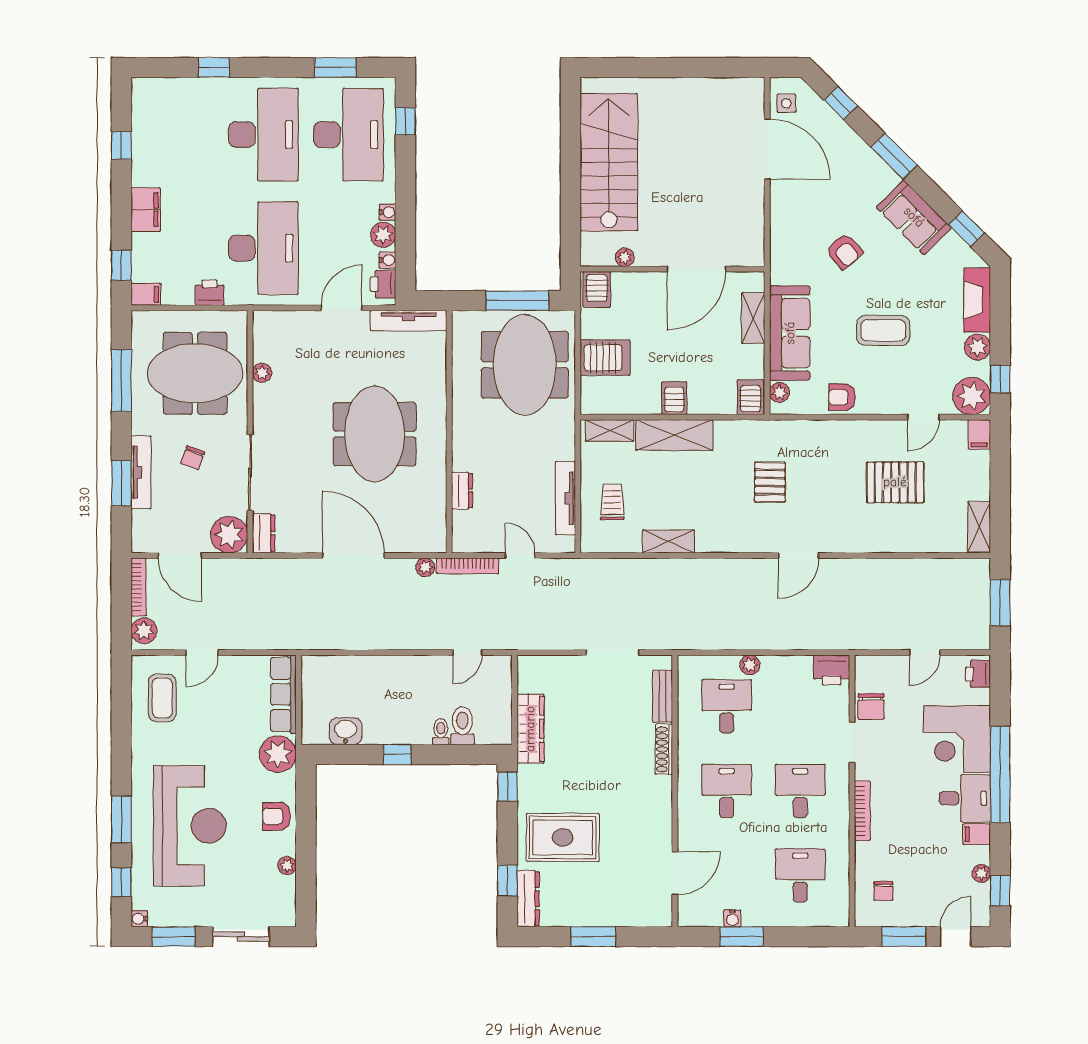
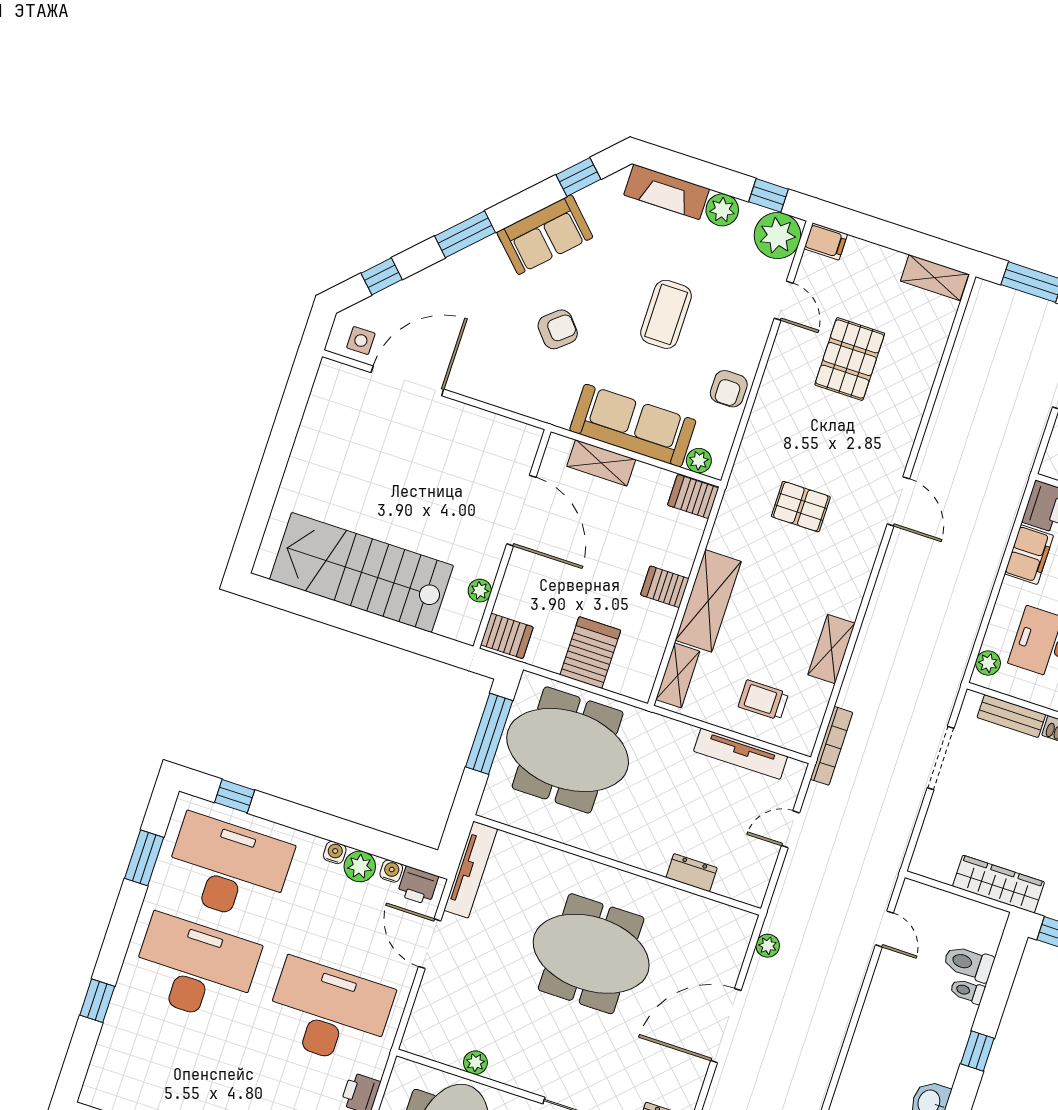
bookcase: (468, 566) -> (831, 746), moved
plant: (750, 665) -> (988, 663), moved
filing cabinet: (791, 669) -> (1029, 555), added

